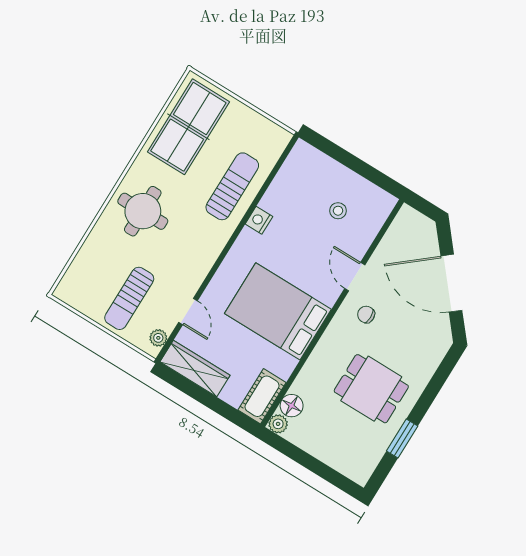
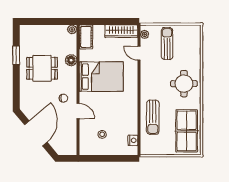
nightstand: (259, 220) -> (133, 140), moved
door: (451, 283) -> (36, 133), hinge flipped
floor lamp: (292, 406) -> (71, 60), moved

